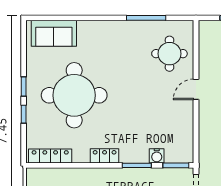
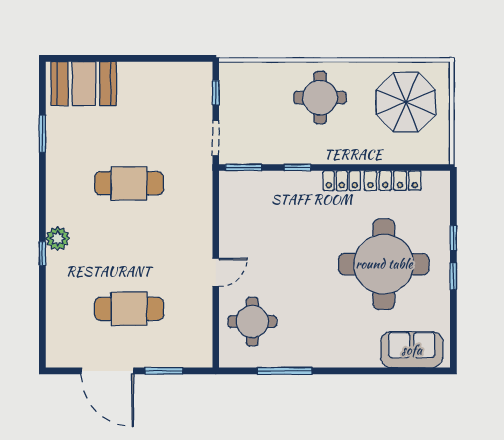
locker: (50, 156) -> (393, 181), moved
water cooler: (157, 156) -> (270, 181), removed
window: (137, 165) -> (298, 168), width x0.67

